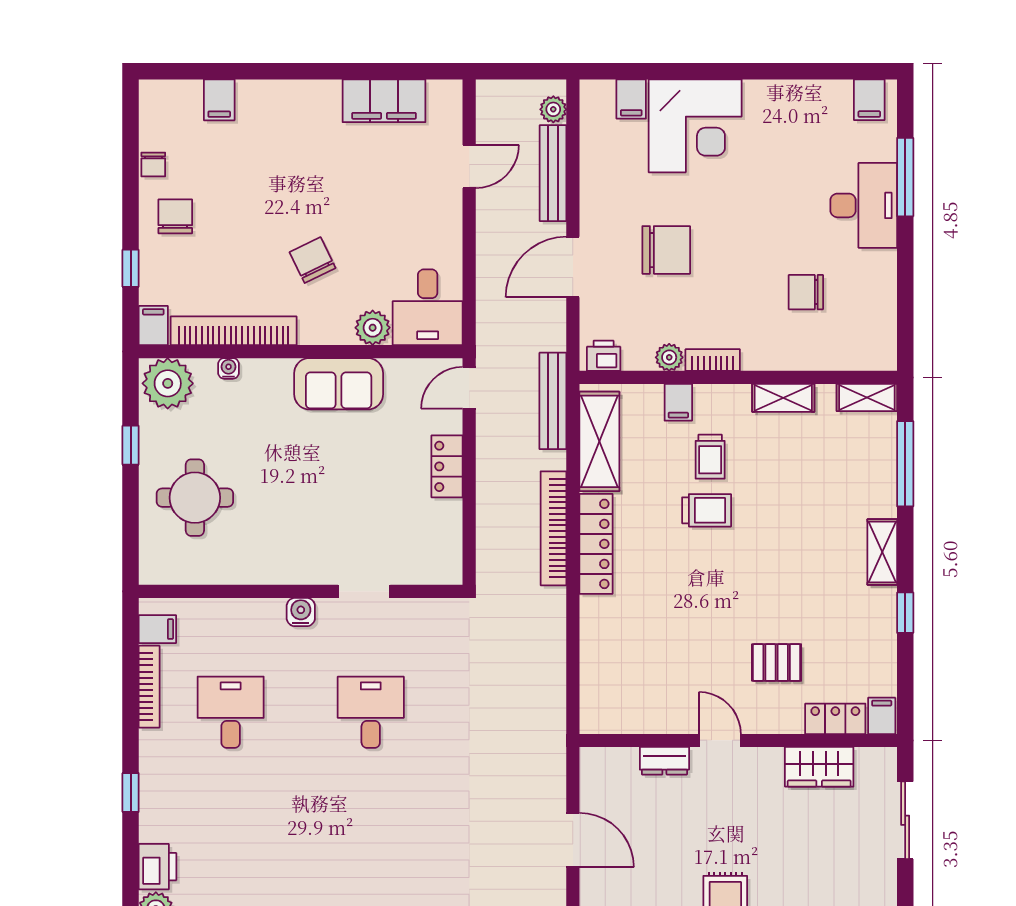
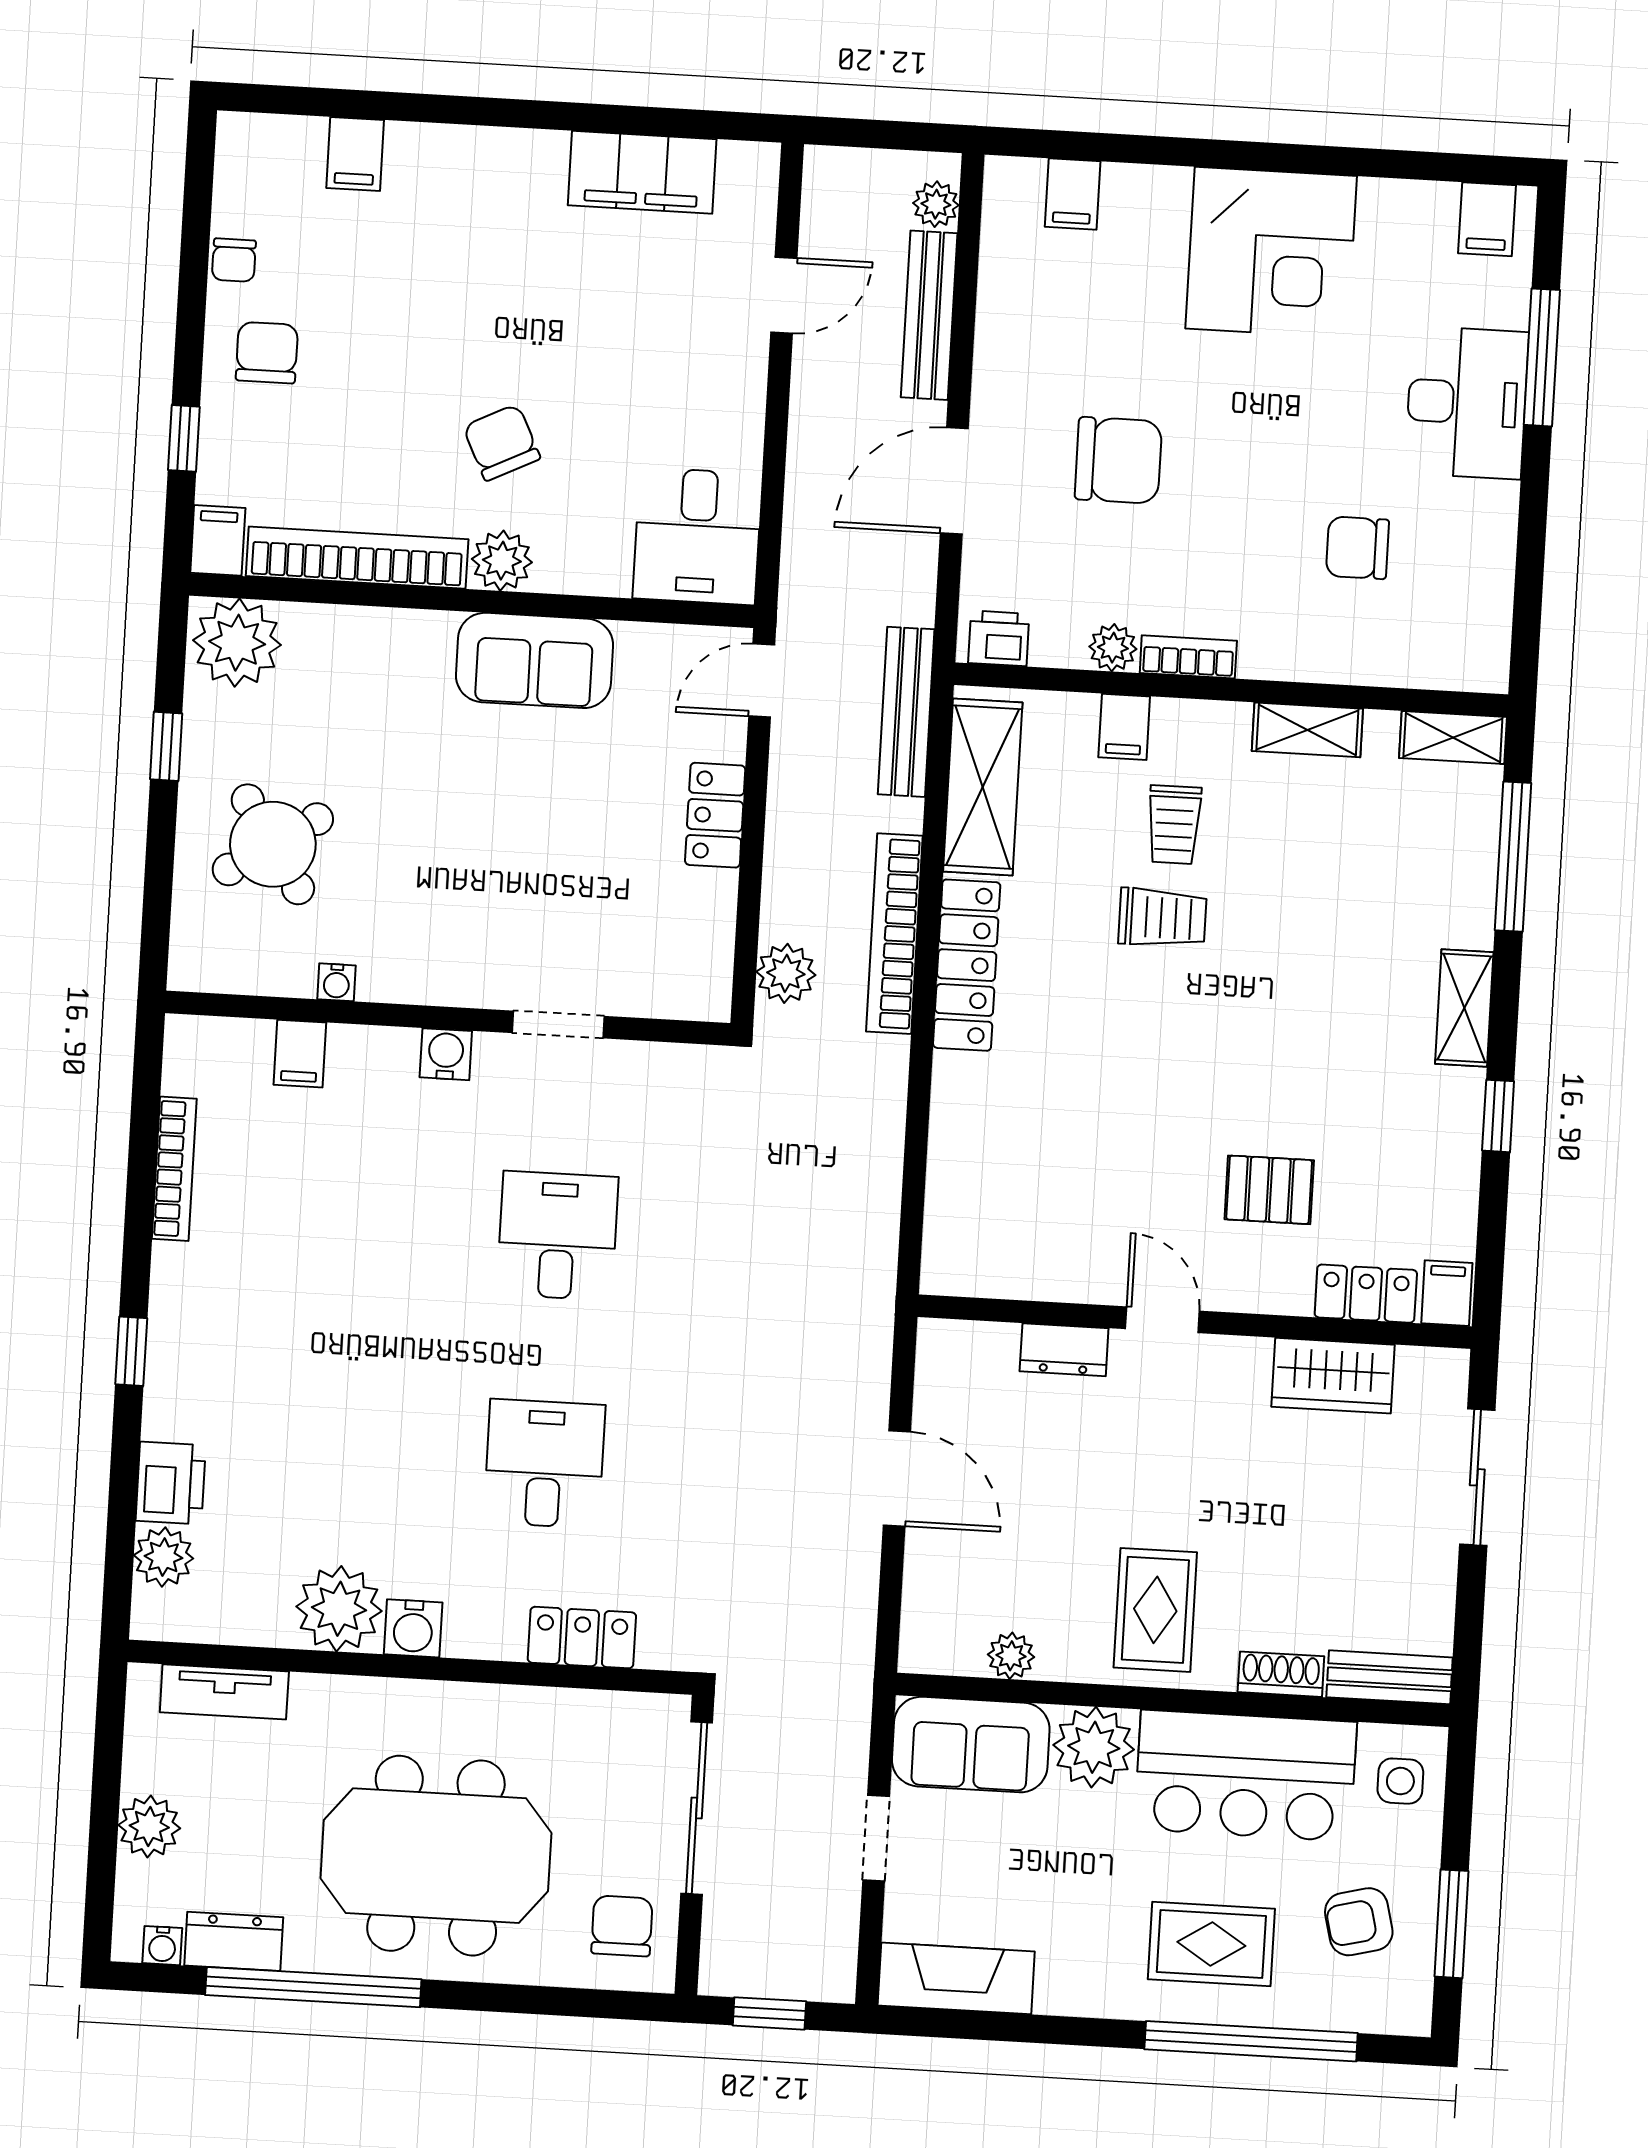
corner desk: (695, 126) -> (1271, 252), moved
plant: (373, 328) -> (502, 561), moved
water cooler: (229, 368) -> (337, 982), moved, turned 180
round table: (195, 498) -> (273, 844), turned -33
plant: (493, 555) -> (786, 973), added
filing cabinet: (157, 629) -> (300, 1054), moved, turned 90
desk: (231, 712) -> (544, 1464), moved

